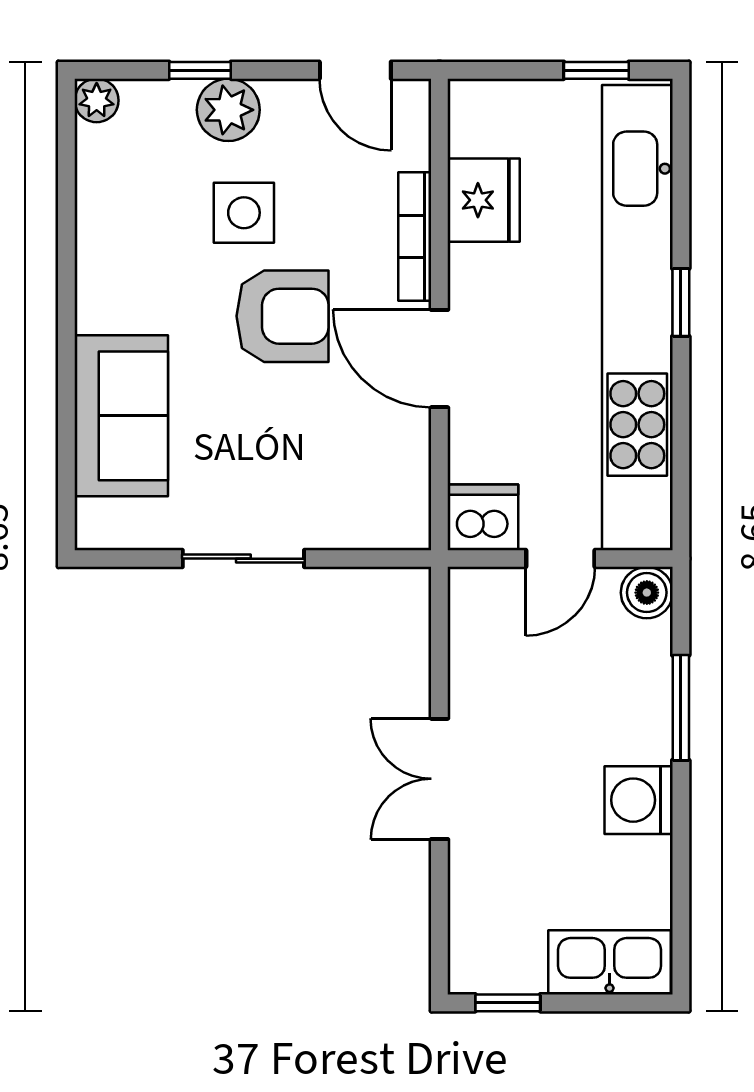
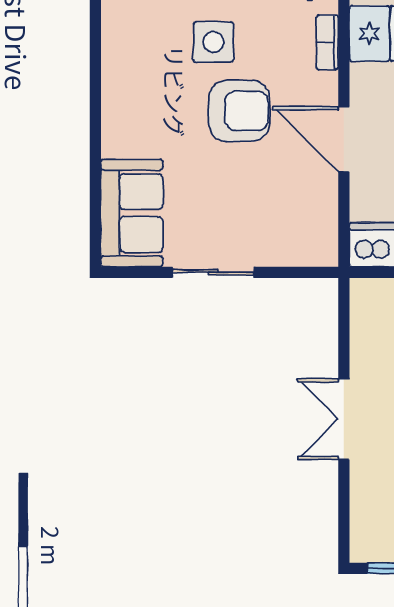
bookcase: (415, 237) -> (327, 42), width x0.64
sofa: (121, 416) -> (132, 213), moved

